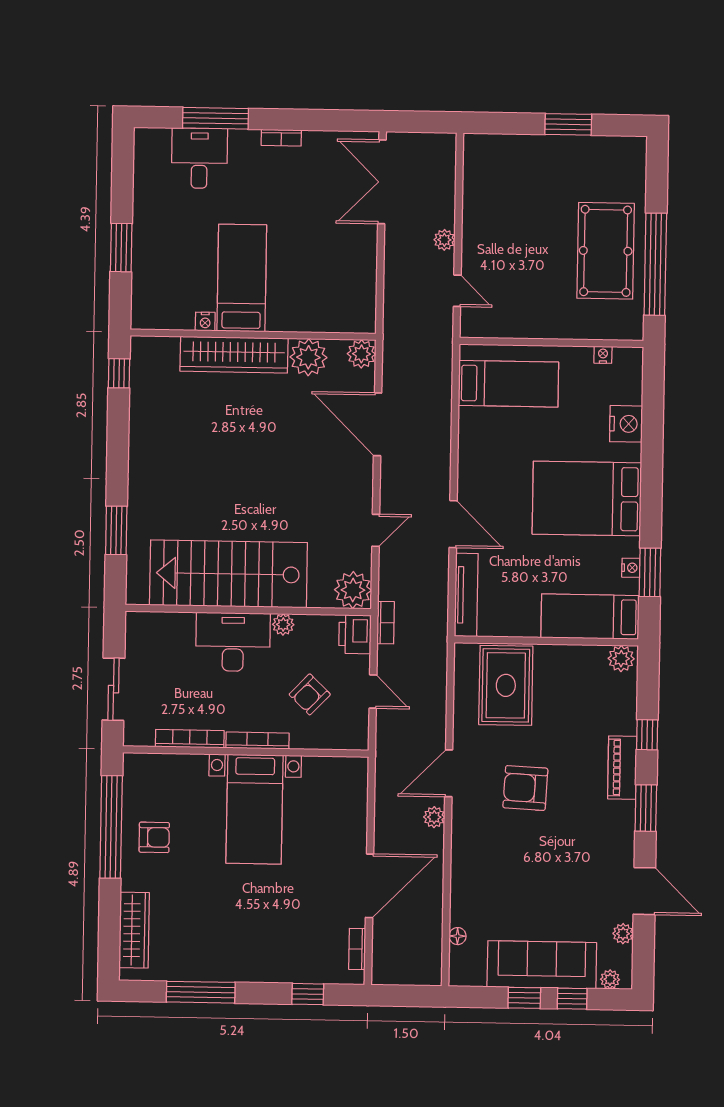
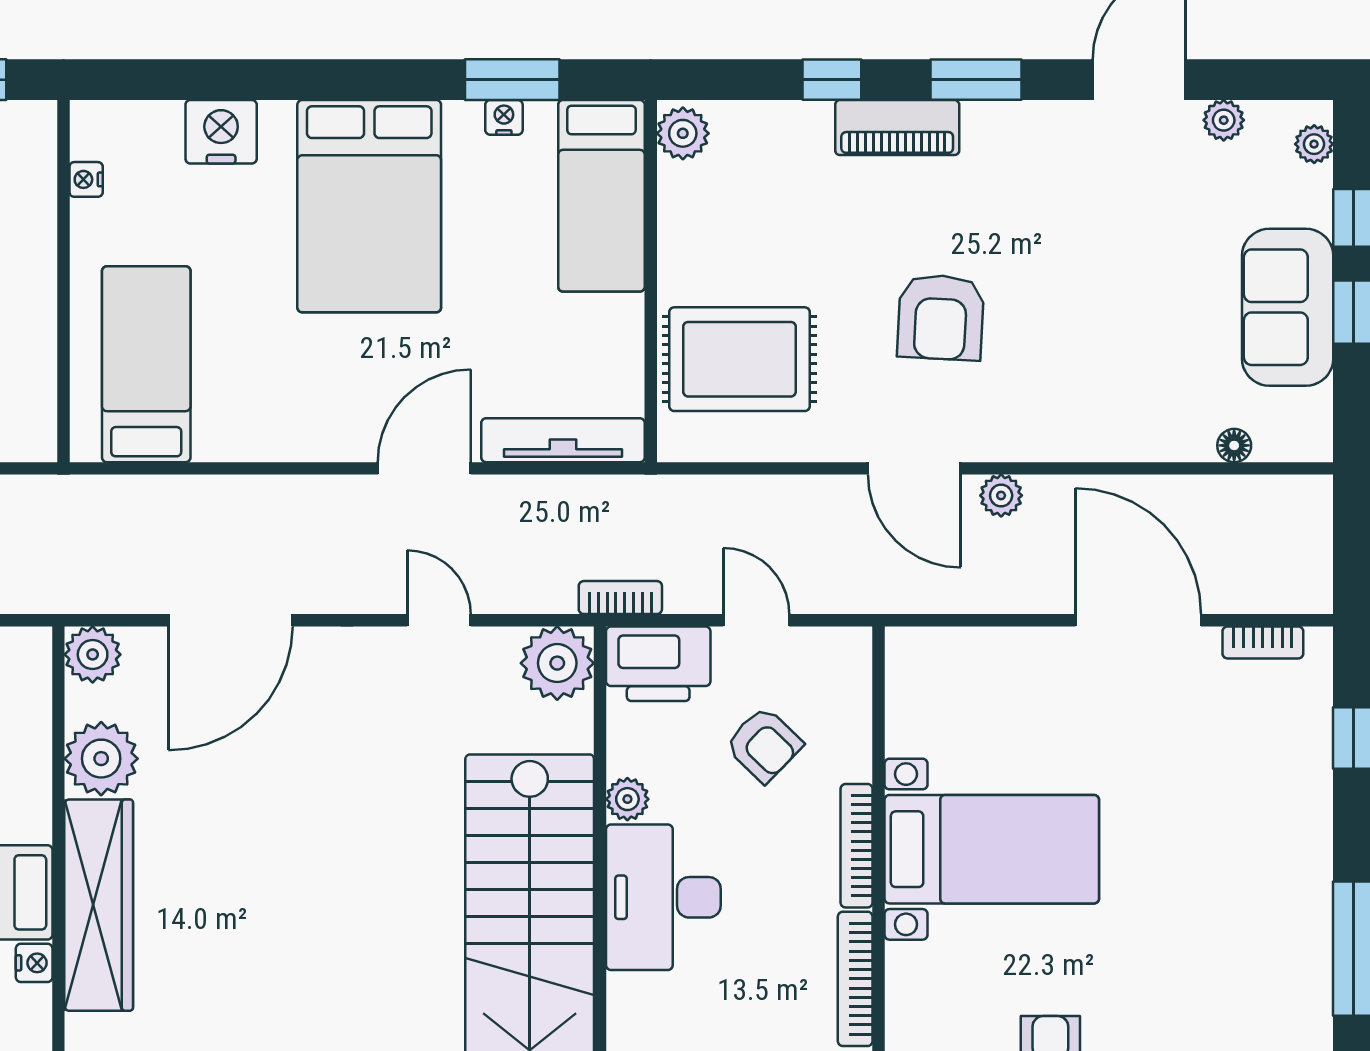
printer: (355, 634) -> (658, 664), width x1.37, depth x1.19
door: (373, 692) -> (756, 620), hinge flipped
sofa: (542, 965) -> (1288, 307), width x0.73

